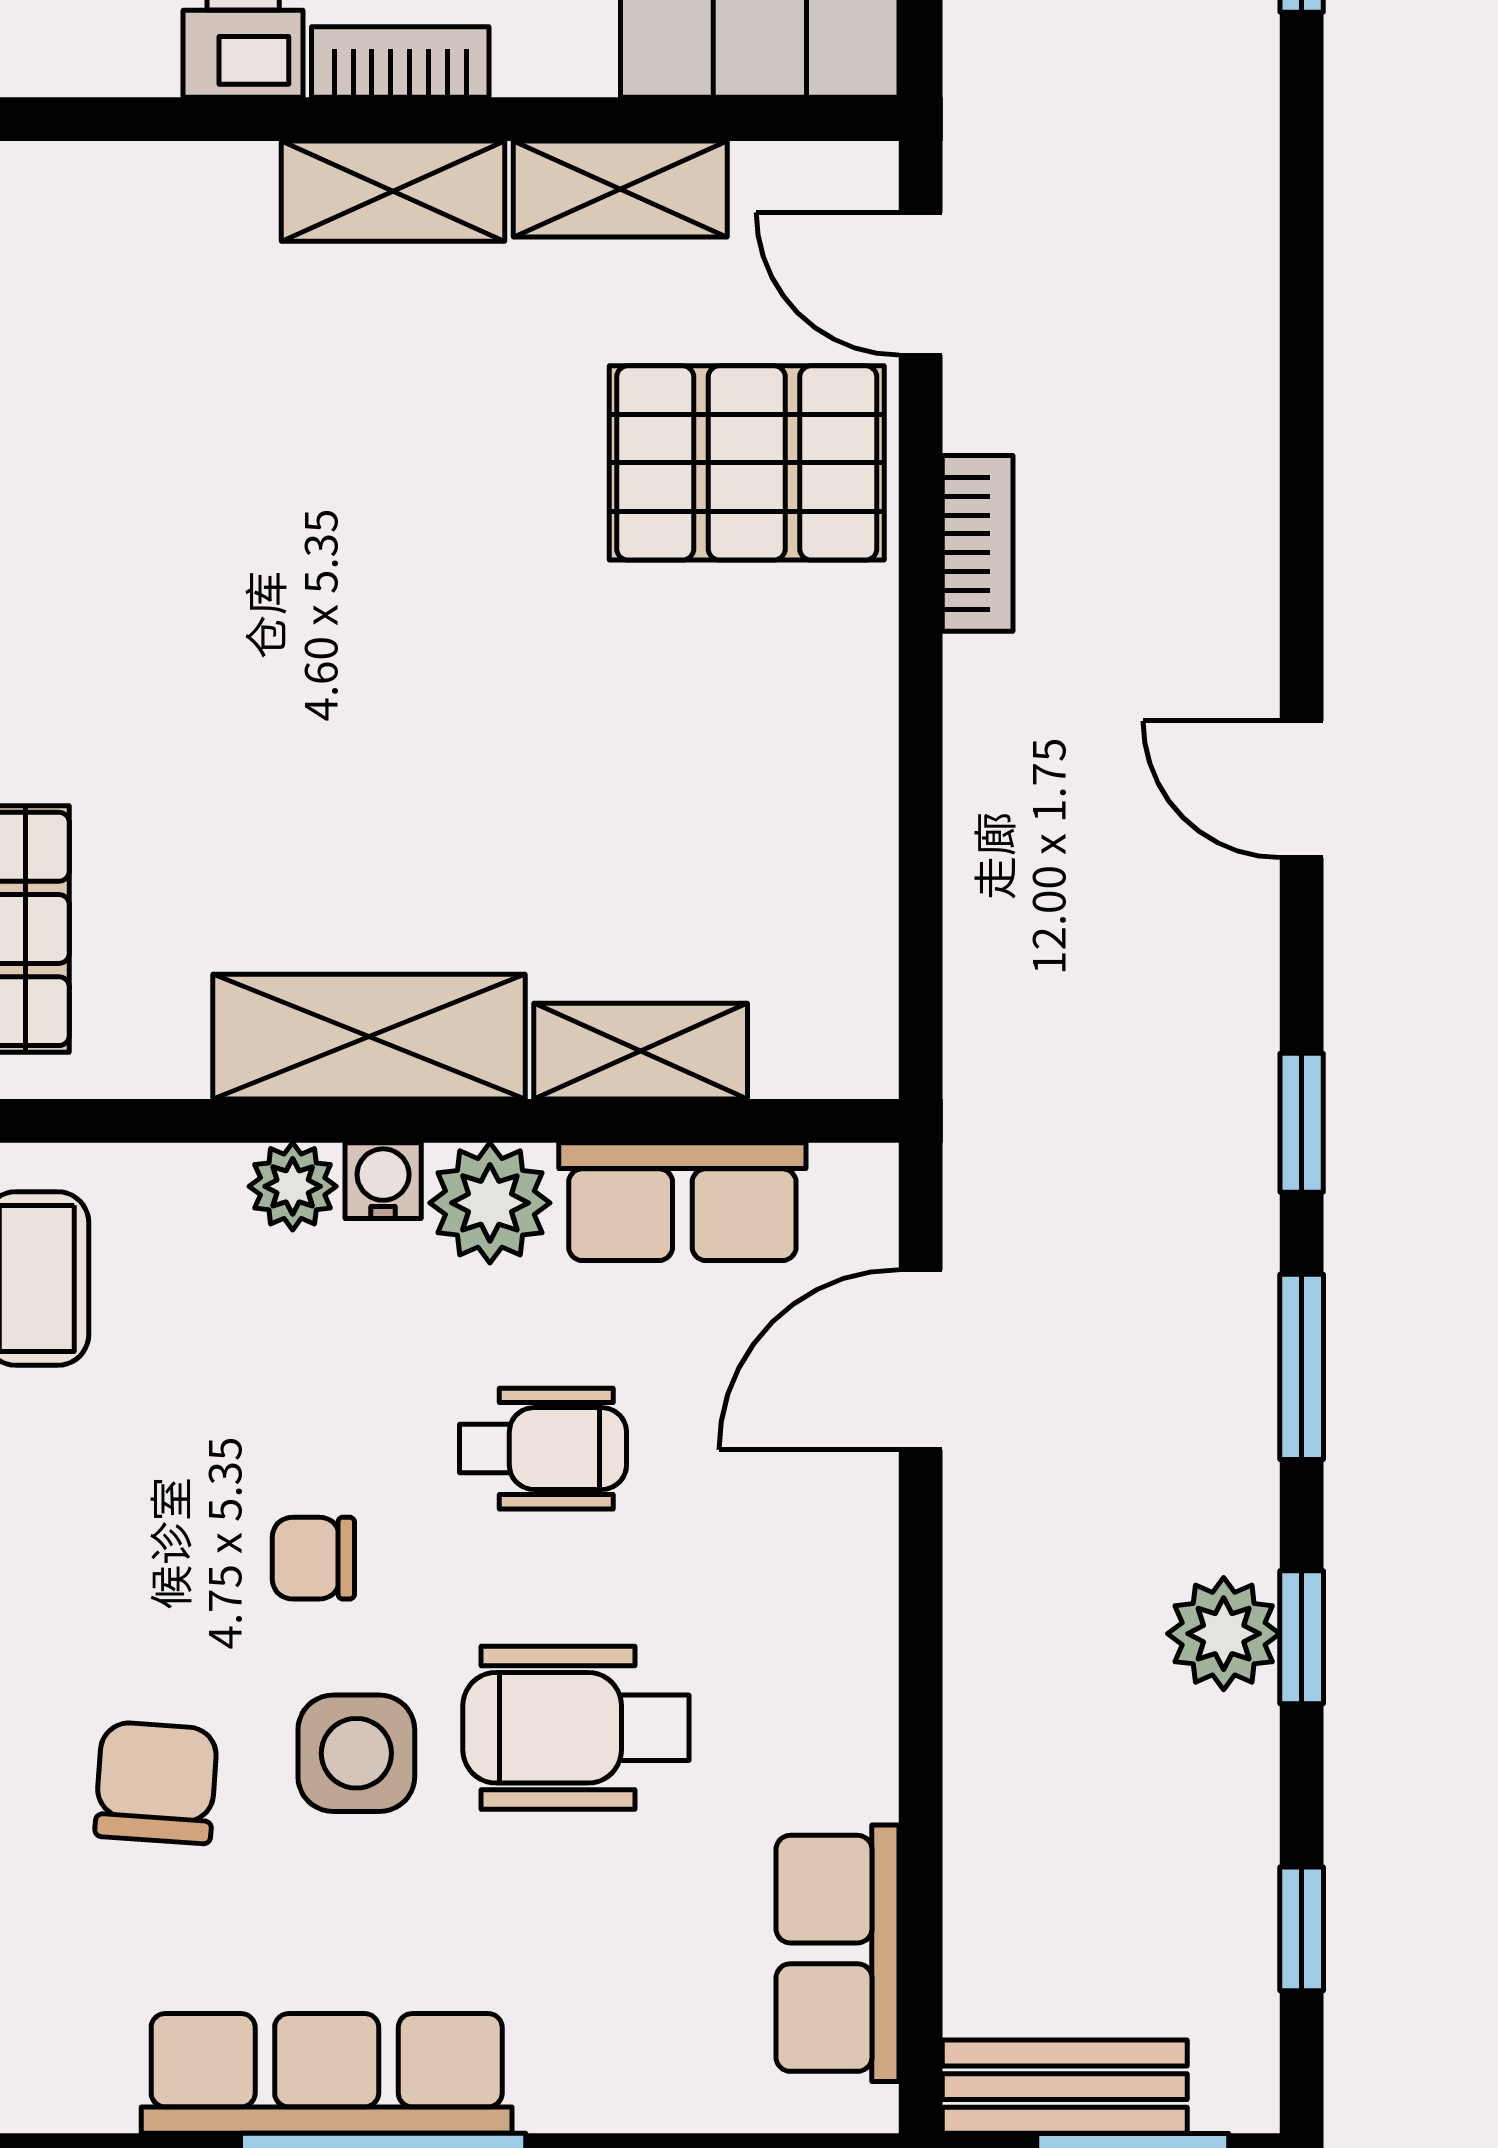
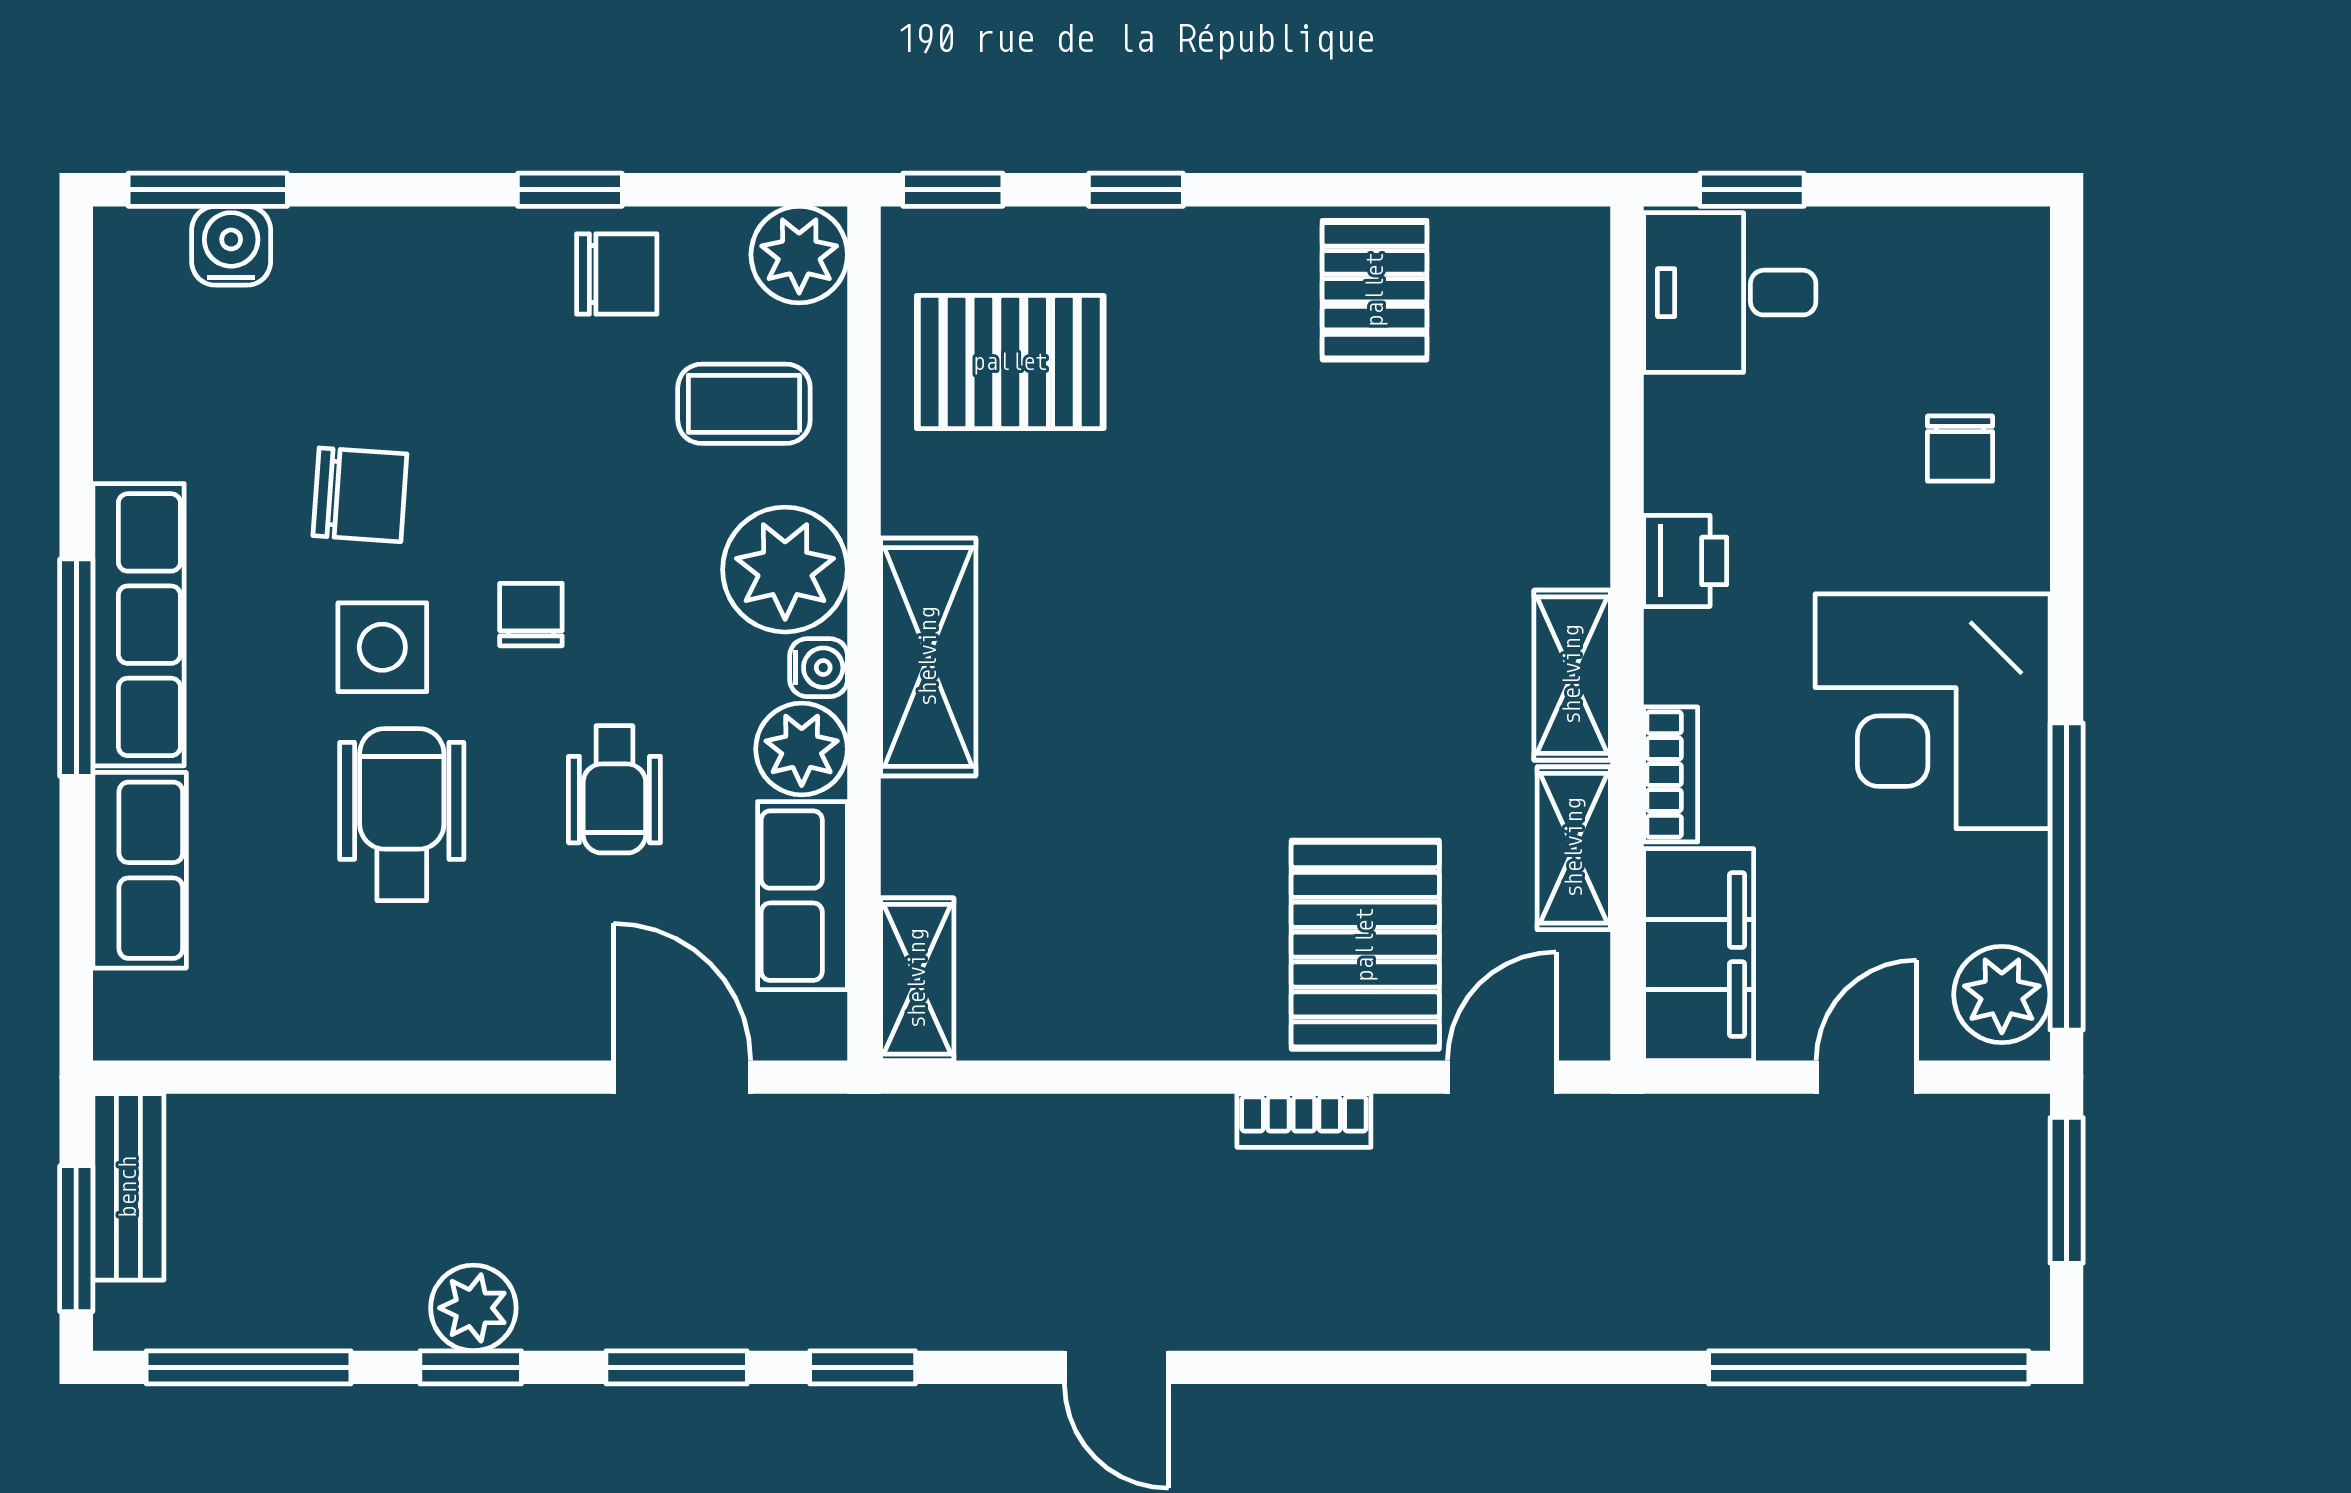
bookcase: (400, 62) -> (1671, 774), moved
door: (1302, 789) -> (1117, 1367), swing flipped
shelving: (641, 1051) -> (917, 979), moved
plant: (293, 1186) -> (785, 570), width x1.87, depth x1.87
window: (1302, 1929) -> (249, 1367), width x2.17
row of seats: (837, 1953) -> (140, 870), moved, turned 90

